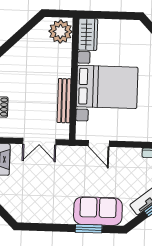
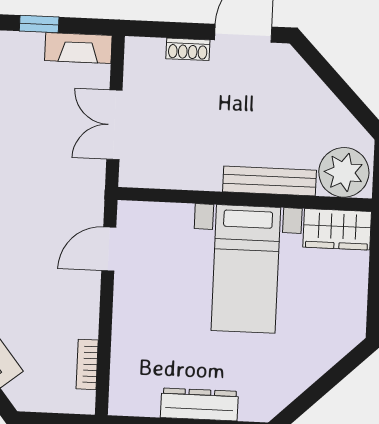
bed with nightstands: (107, 87) -> (246, 269), width x0.73
bench: (64, 101) -> (270, 181), moved

